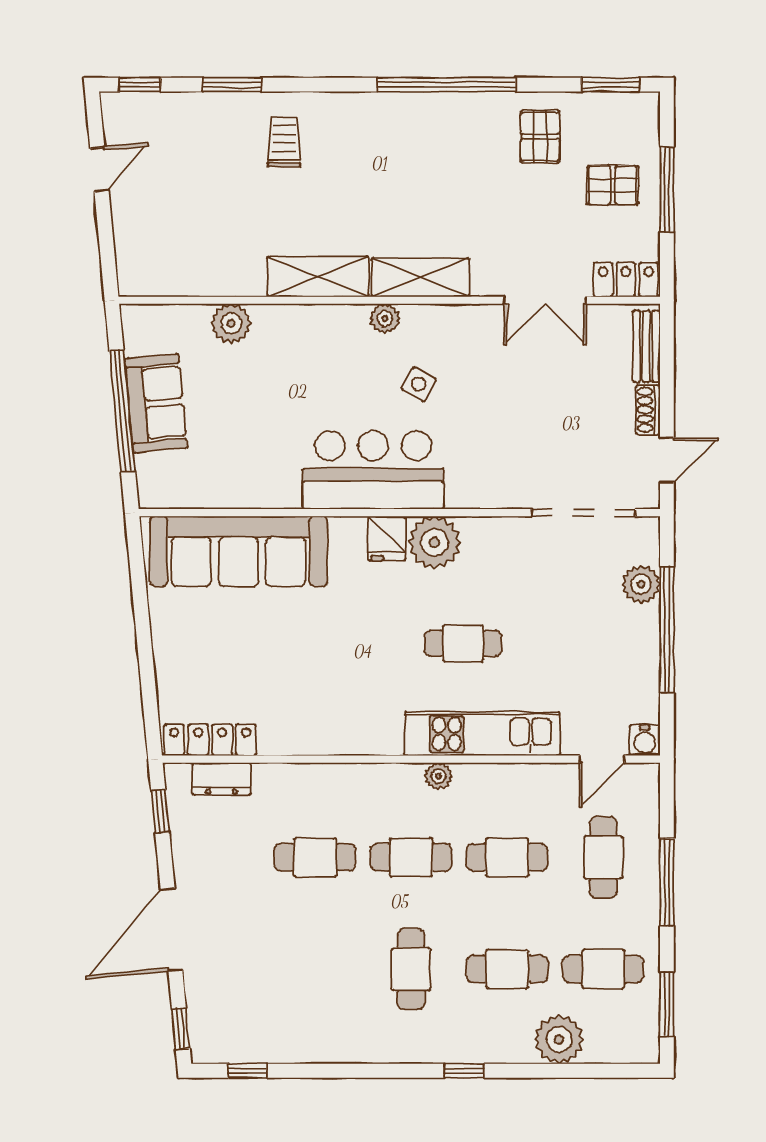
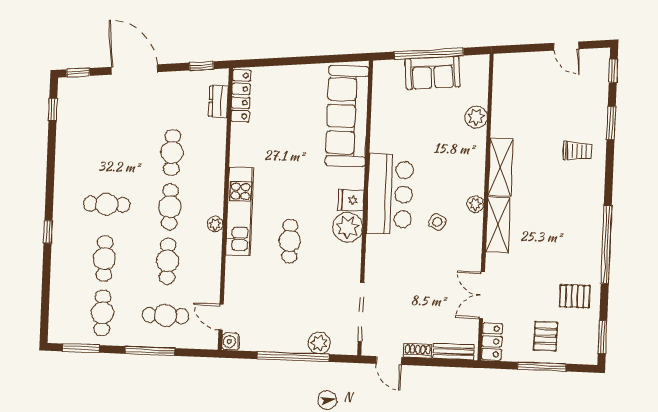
kitchen unit: (482, 734) -> (240, 212), moved
plant: (559, 1039) -> (63, 286), removed

